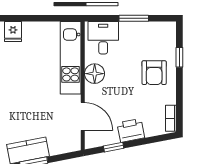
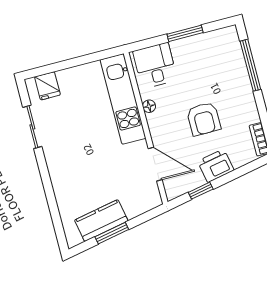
window: (179, 57) -> (250, 65), width x2.17
armchair: (154, 73) -> (204, 119), moved
floor lamp: (95, 74) -> (149, 106), width x0.53, depth x0.53

